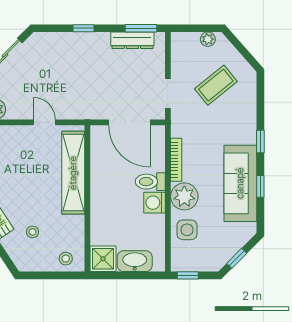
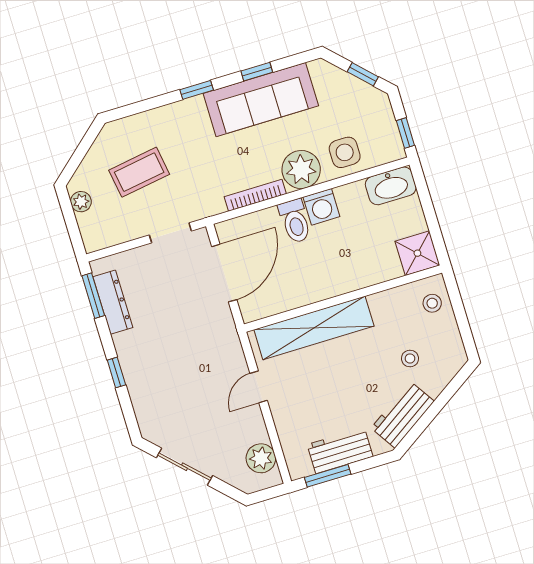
coffee table: (216, 85) -> (139, 172), turned -60
washbasin: (135, 261) -> (391, 186), moved, turned -90

